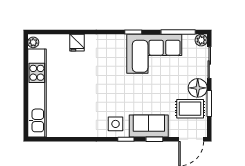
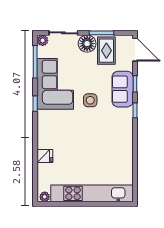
side table: (116, 124) -> (90, 100), moved

